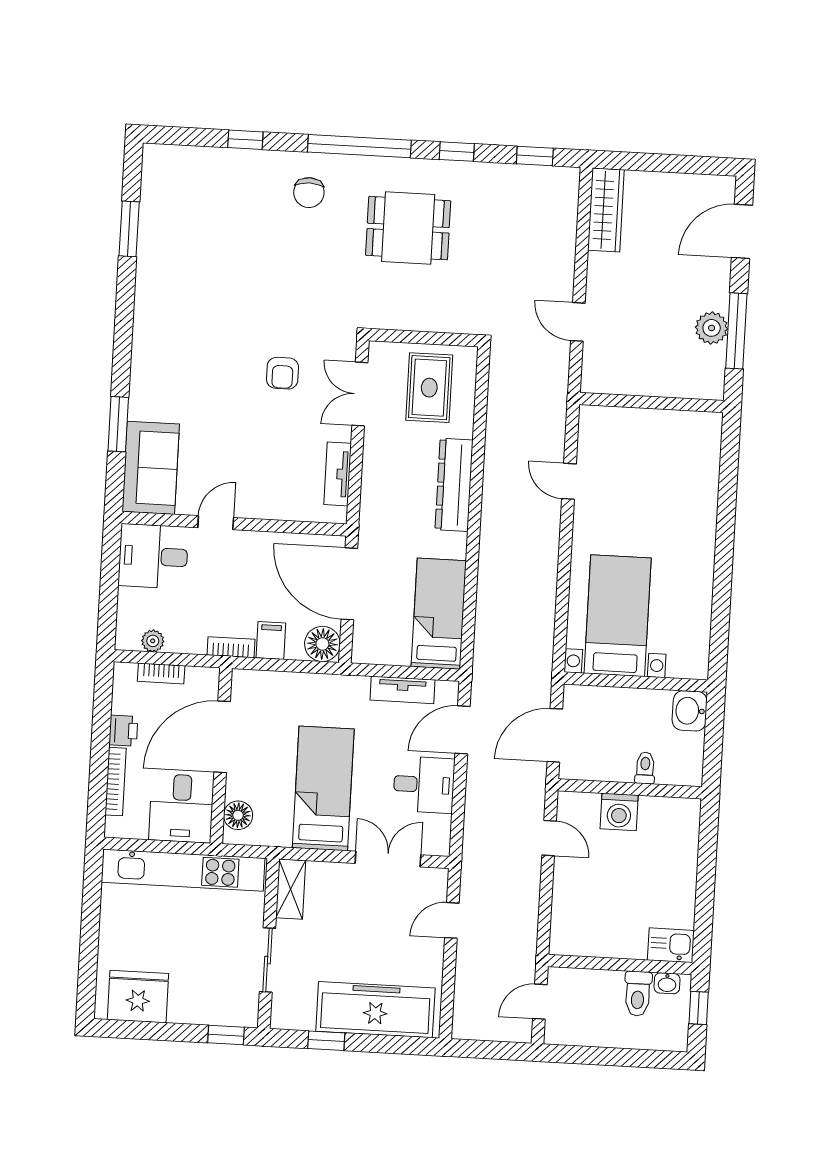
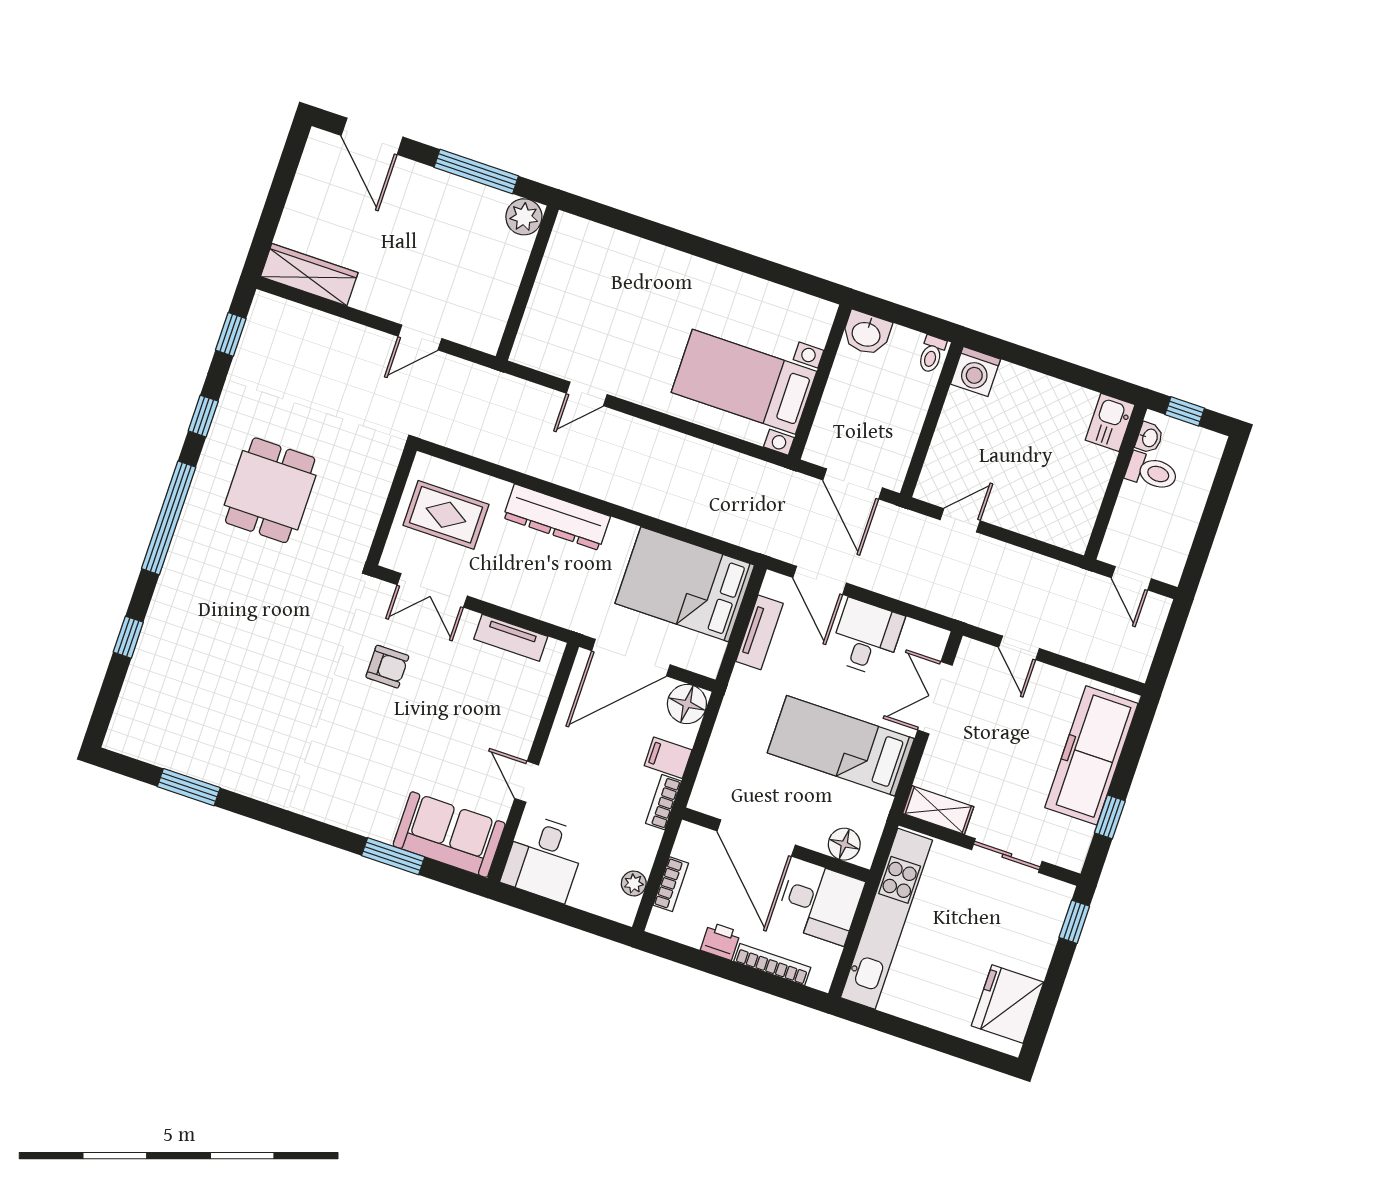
chair: (309, 193) -> (203, 585), removed
plant: (712, 328) -> (524, 217), moved
bed: (439, 614) -> (685, 584), width x1.50
toilet: (645, 768) -> (932, 354), moved, turned -90
washing machine: (619, 812) -> (976, 372), moved, turned 90

